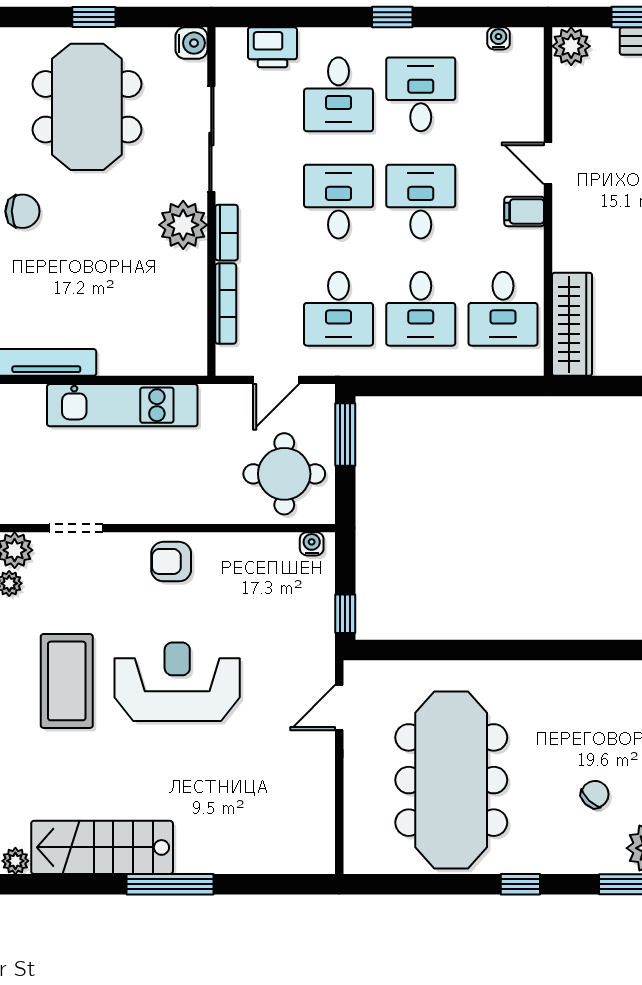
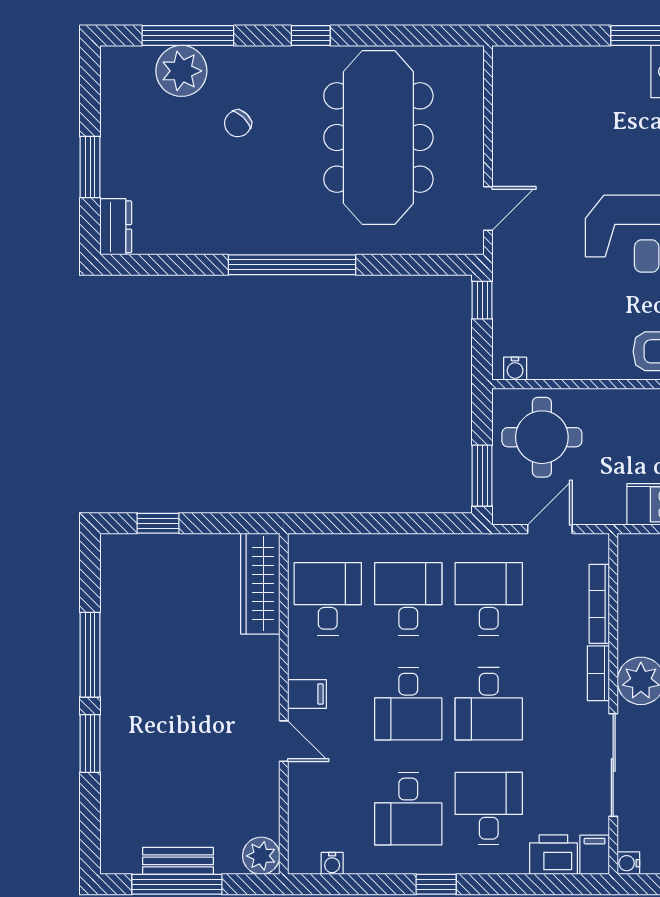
water cooler: (191, 43) -> (628, 863), width x0.72, depth x0.72
filing cabinet: (230, 47) -> (595, 855), added
window: (539, 650) -> (292, 265), added

